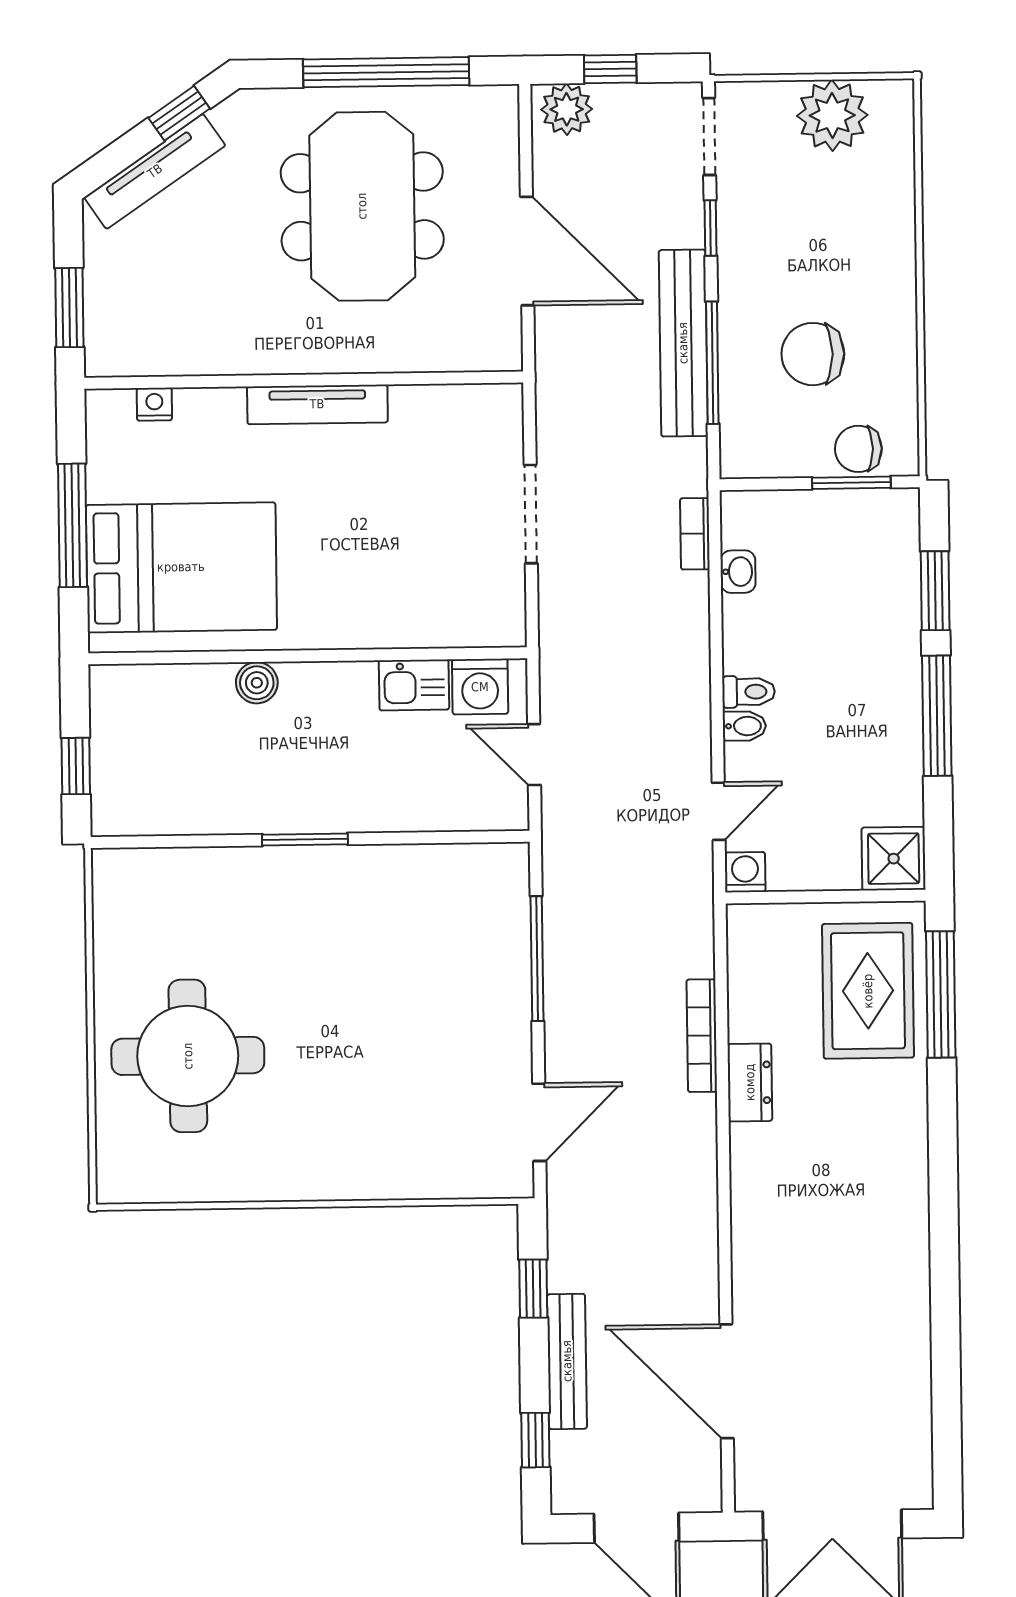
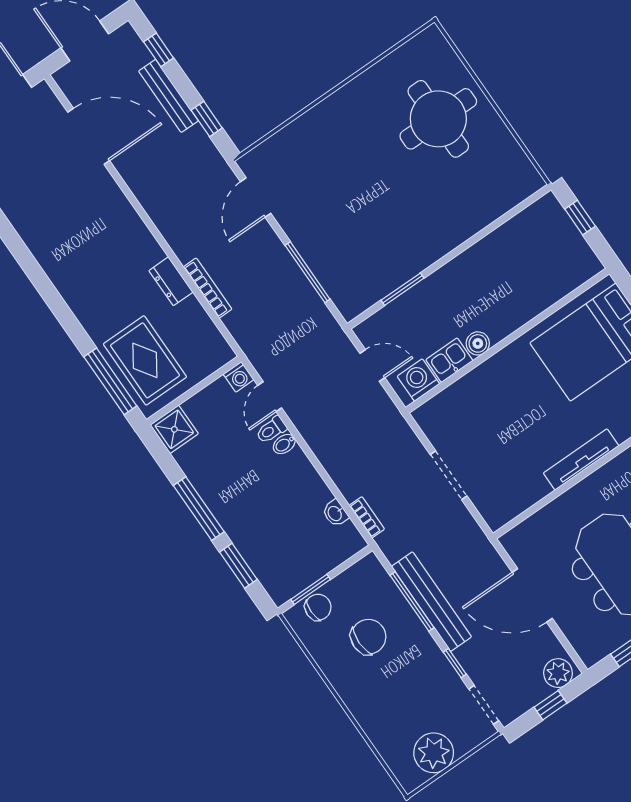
boiler: (257, 683) -> (478, 343), moved
toilet: (749, 692) -> (271, 430), moved
window: (305, 840) -> (402, 289), moved

